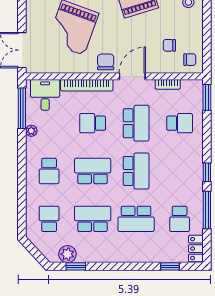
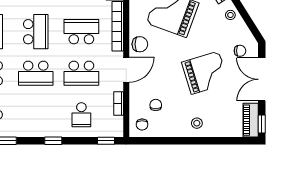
door: (132, 76) -> (126, 70), hinge flipped
window: (207, 97) -> (106, 141), width x0.67
school desk: (93, 123) -> (81, 32), width x1.85
window: (207, 172) -> (53, 141), moved

